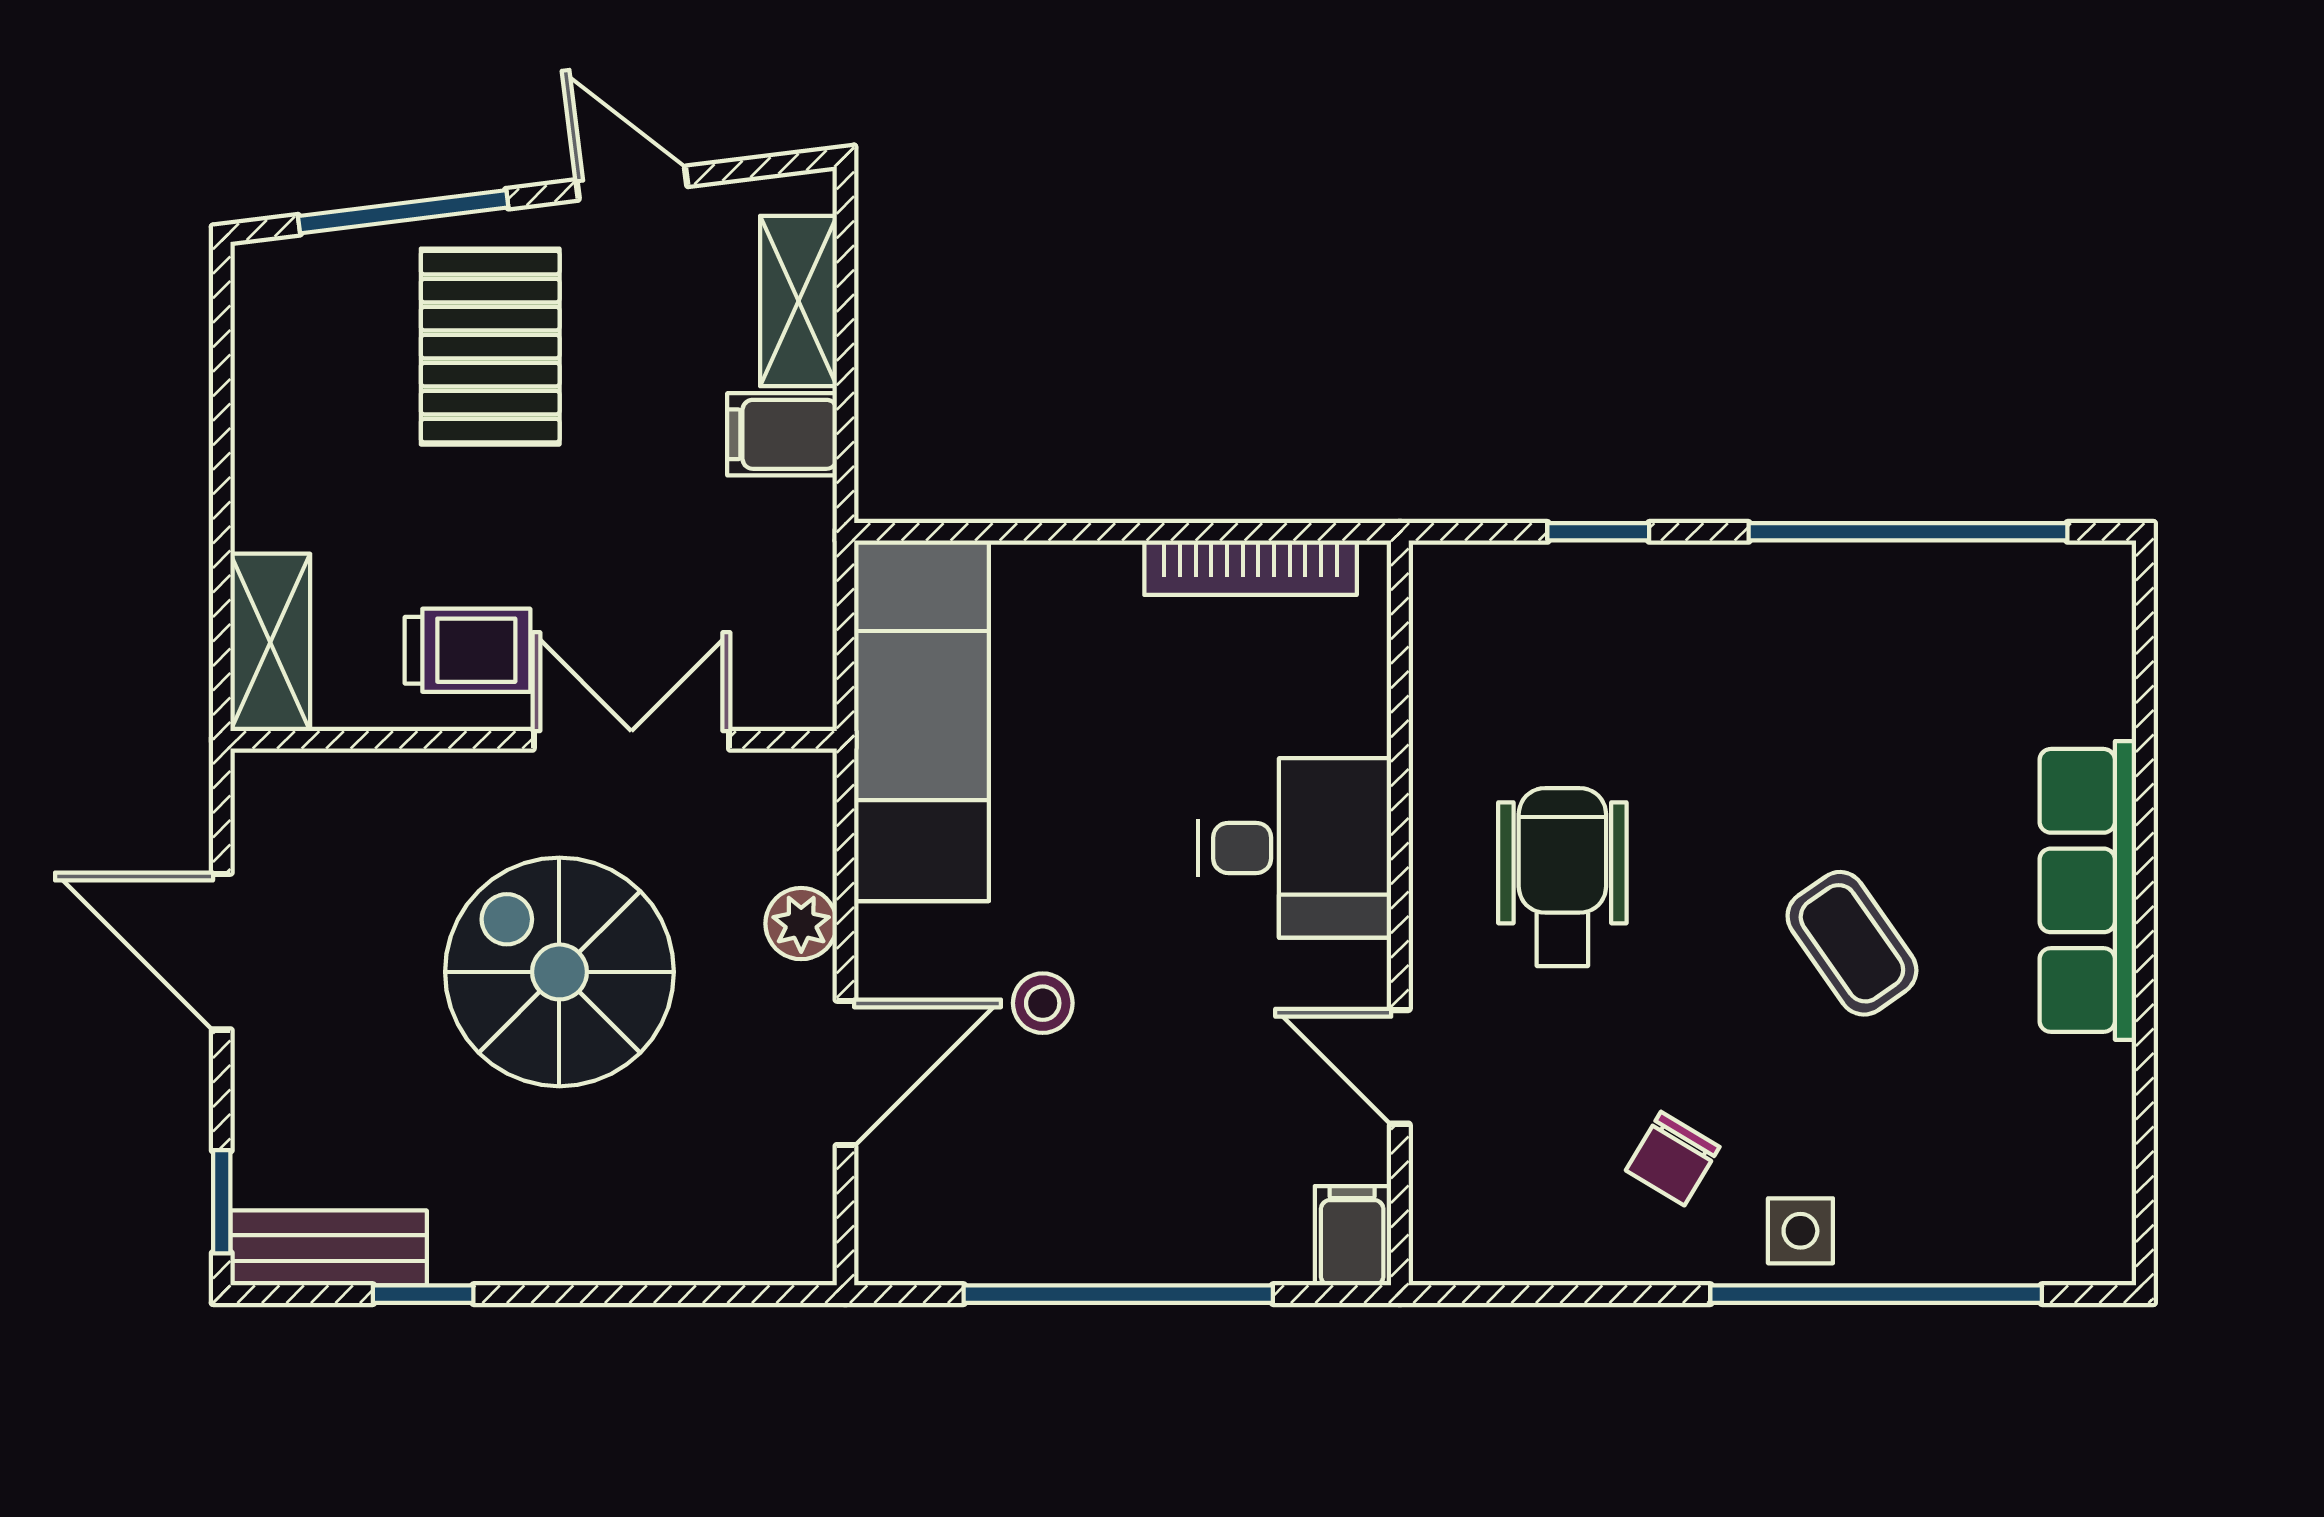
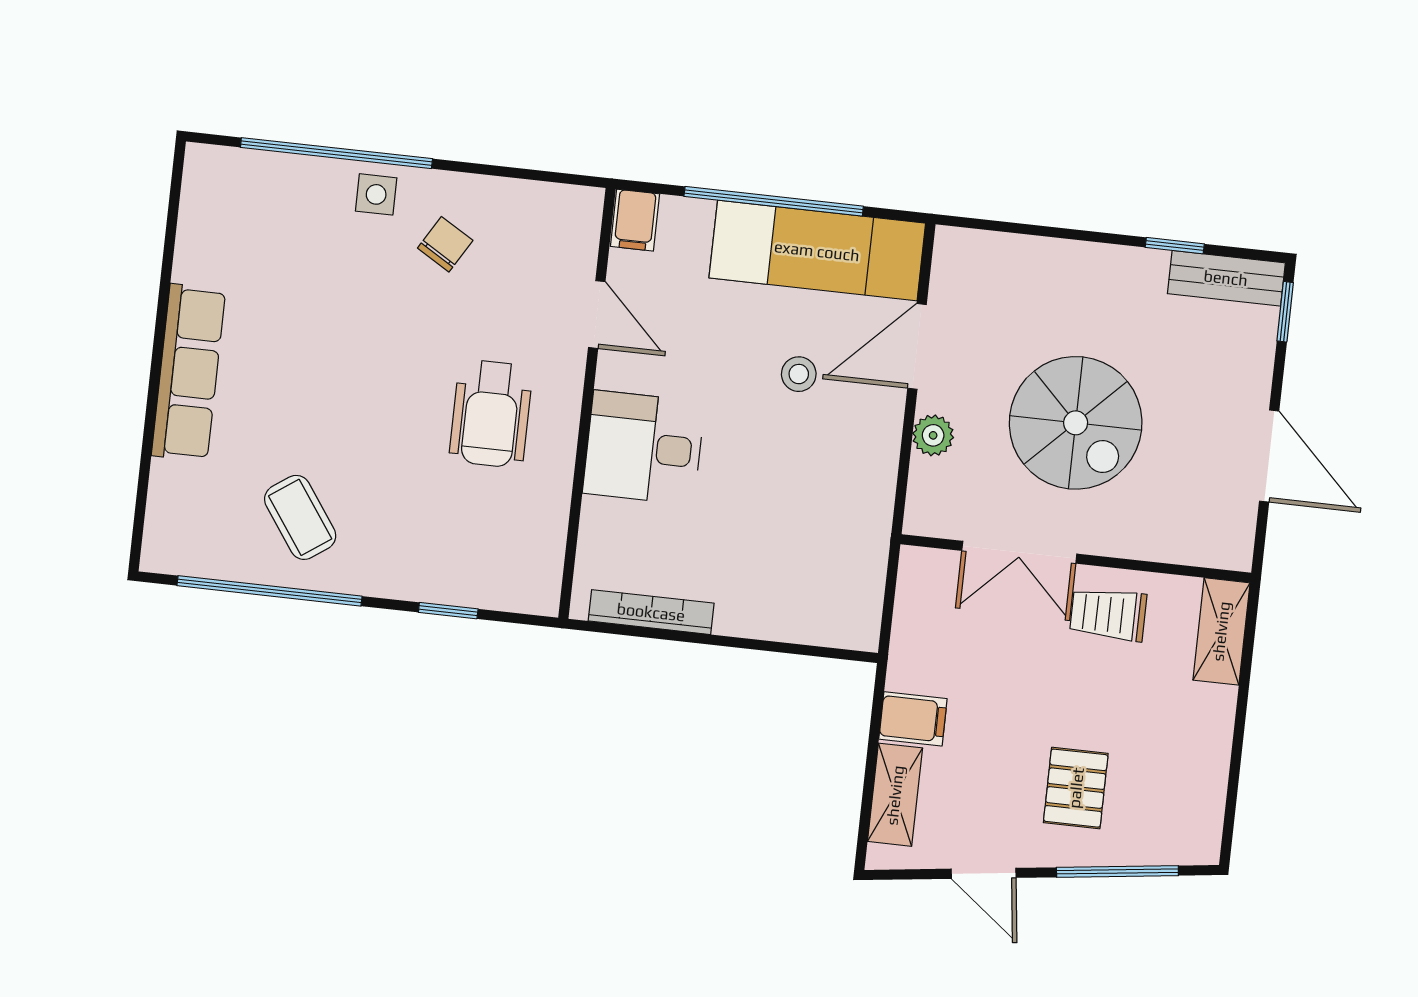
pallet: (490, 347) -> (1076, 788), width x0.67, depth x0.71
exam couch: (922, 721) -> (817, 251), moved, turned -90
coffee table: (1852, 943) -> (300, 517), moved

